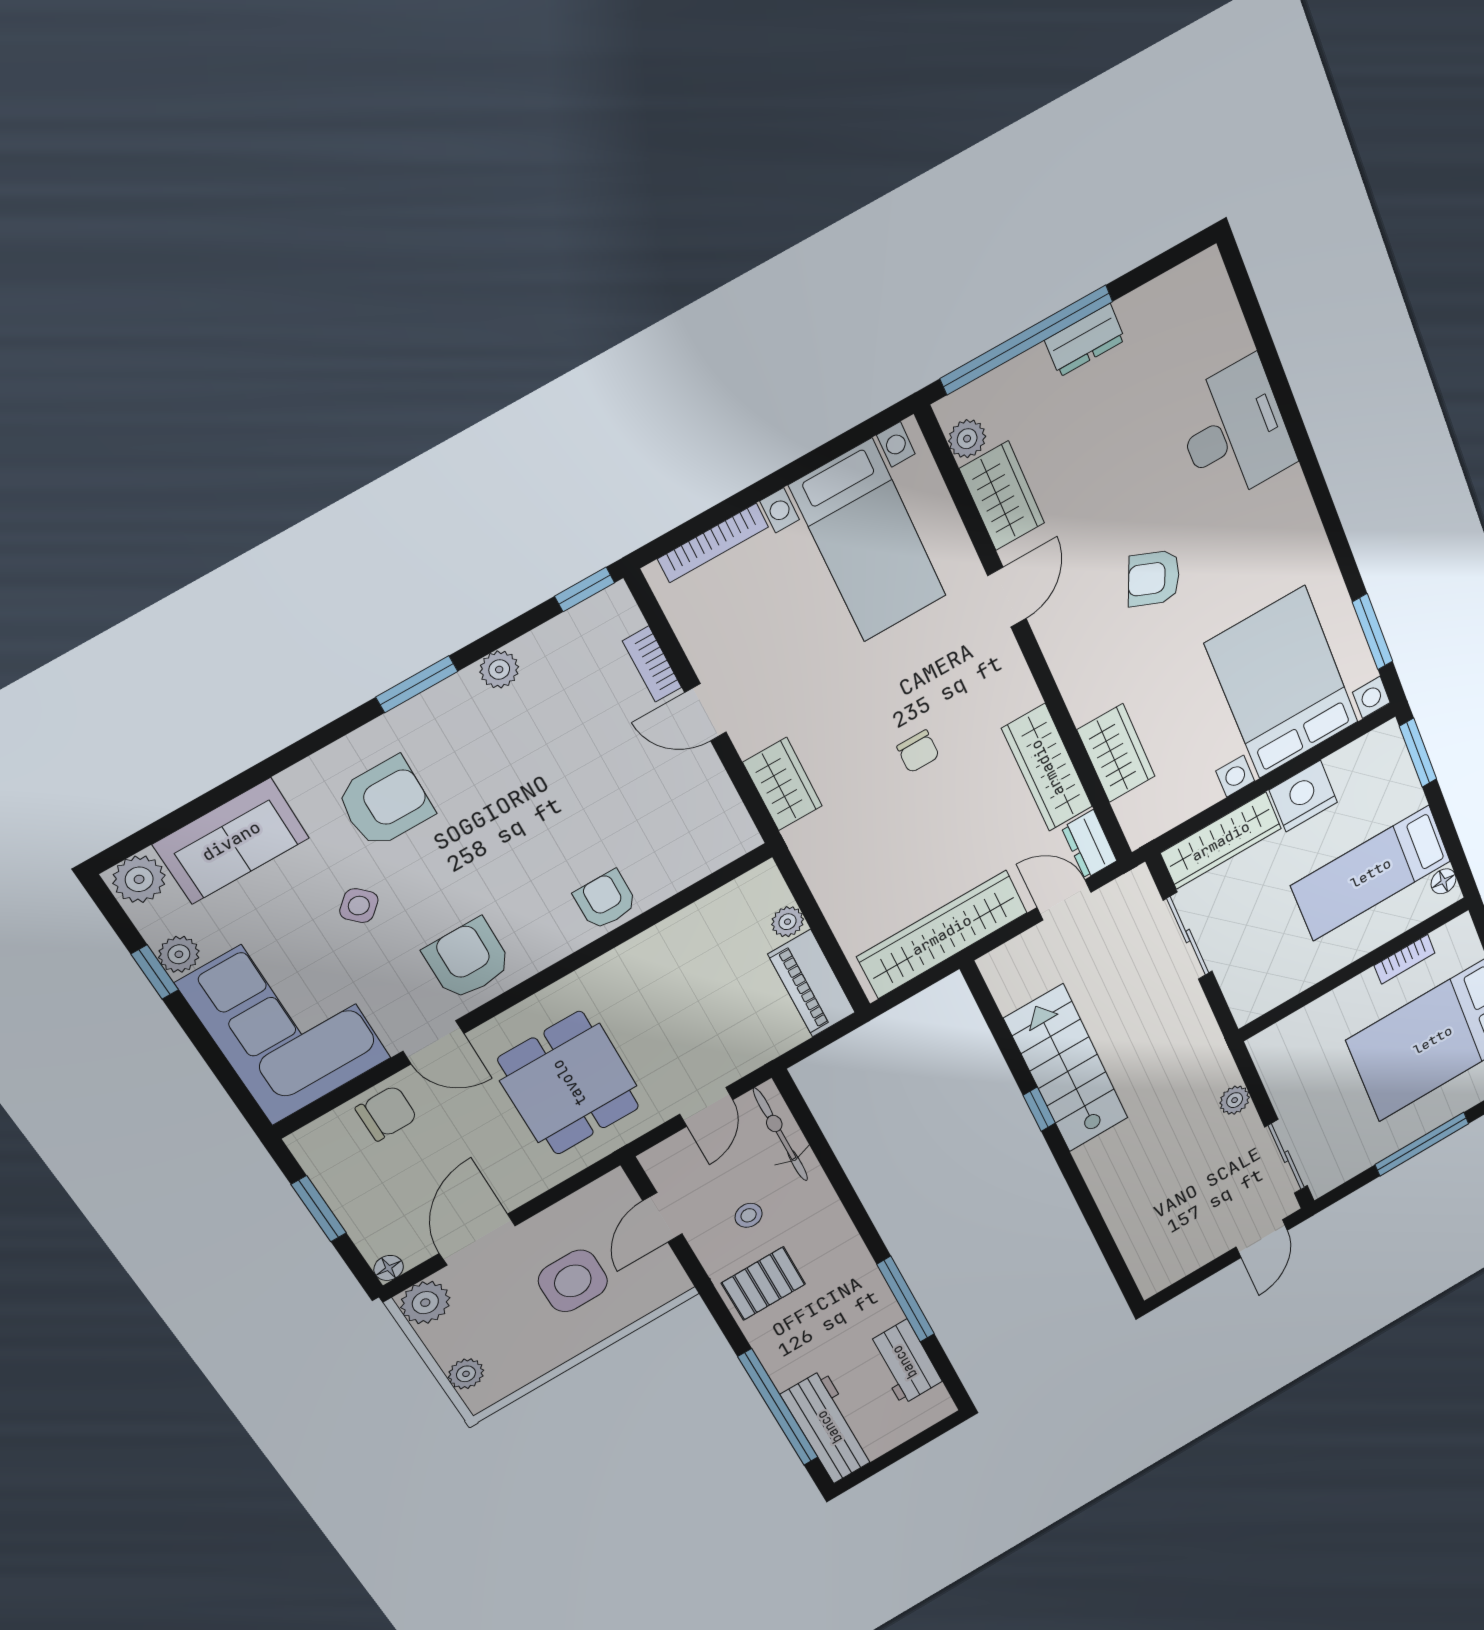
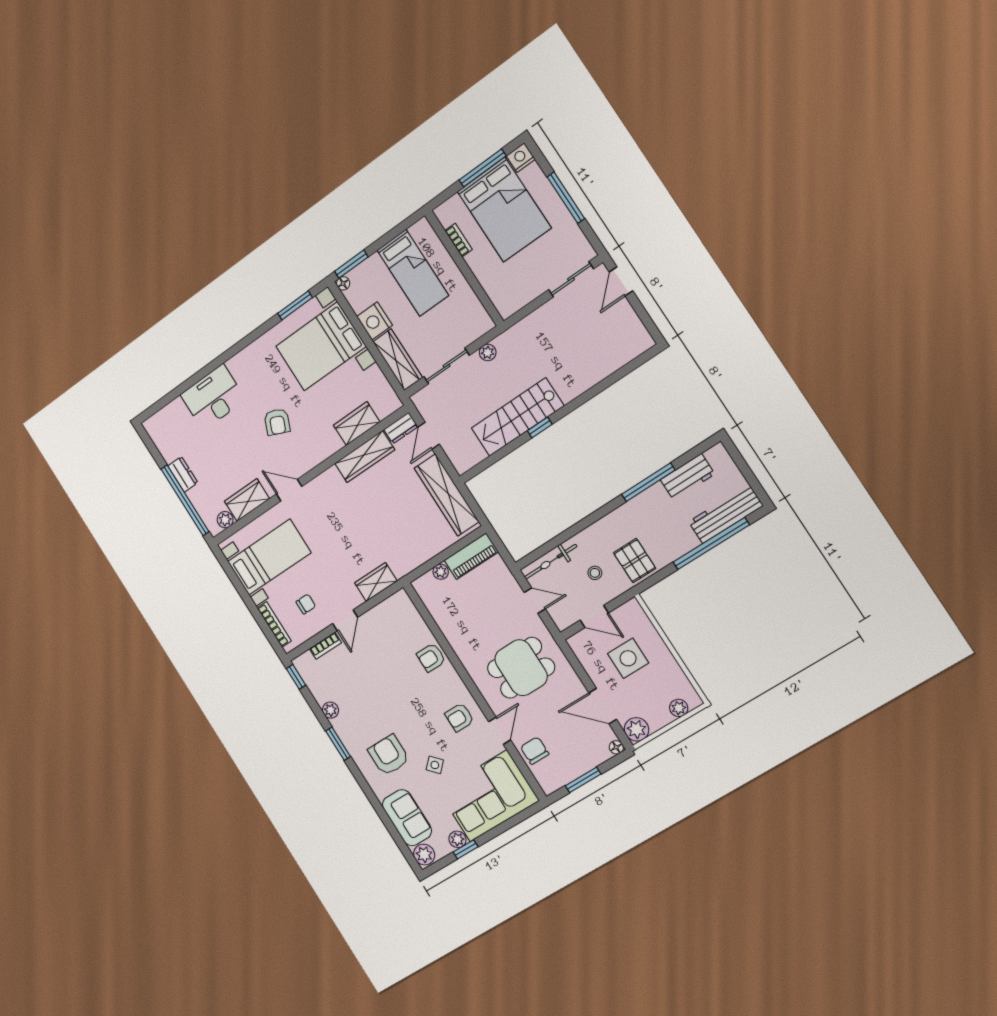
chair: (918, 751) -> (306, 604), moved
floor lamp: (1444, 881) -> (343, 283), moved
armchair: (468, 959) -> (459, 717), width x0.72, depth x0.72
plant: (1235, 1100) -> (488, 352), moved
door: (1262, 1239) -> (621, 281), swing flipped

